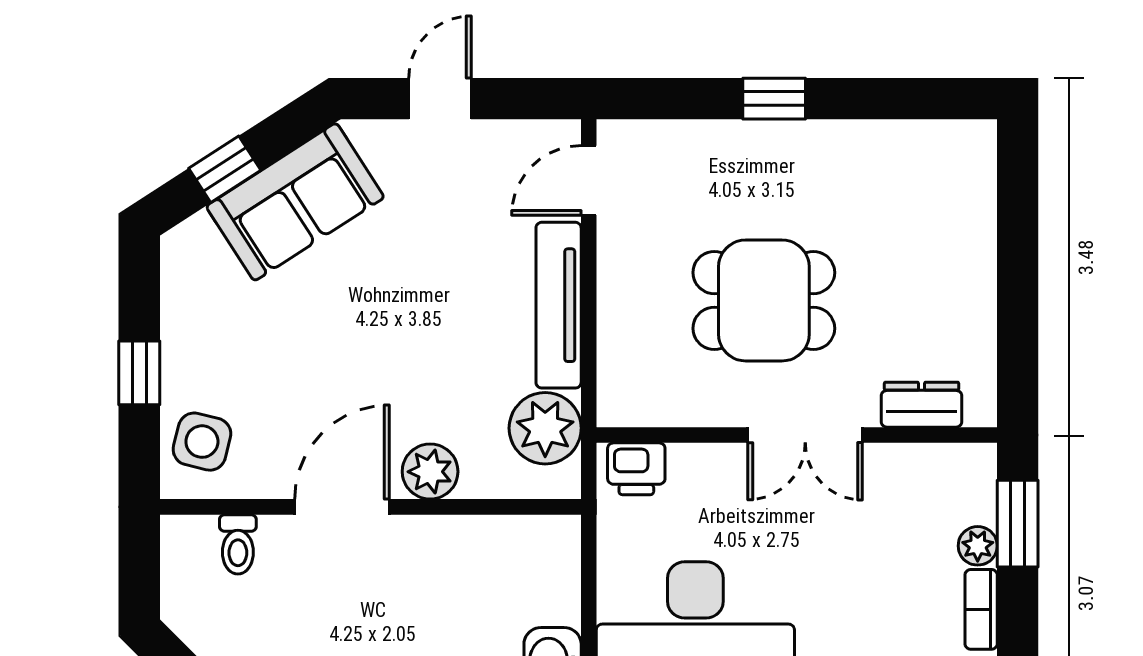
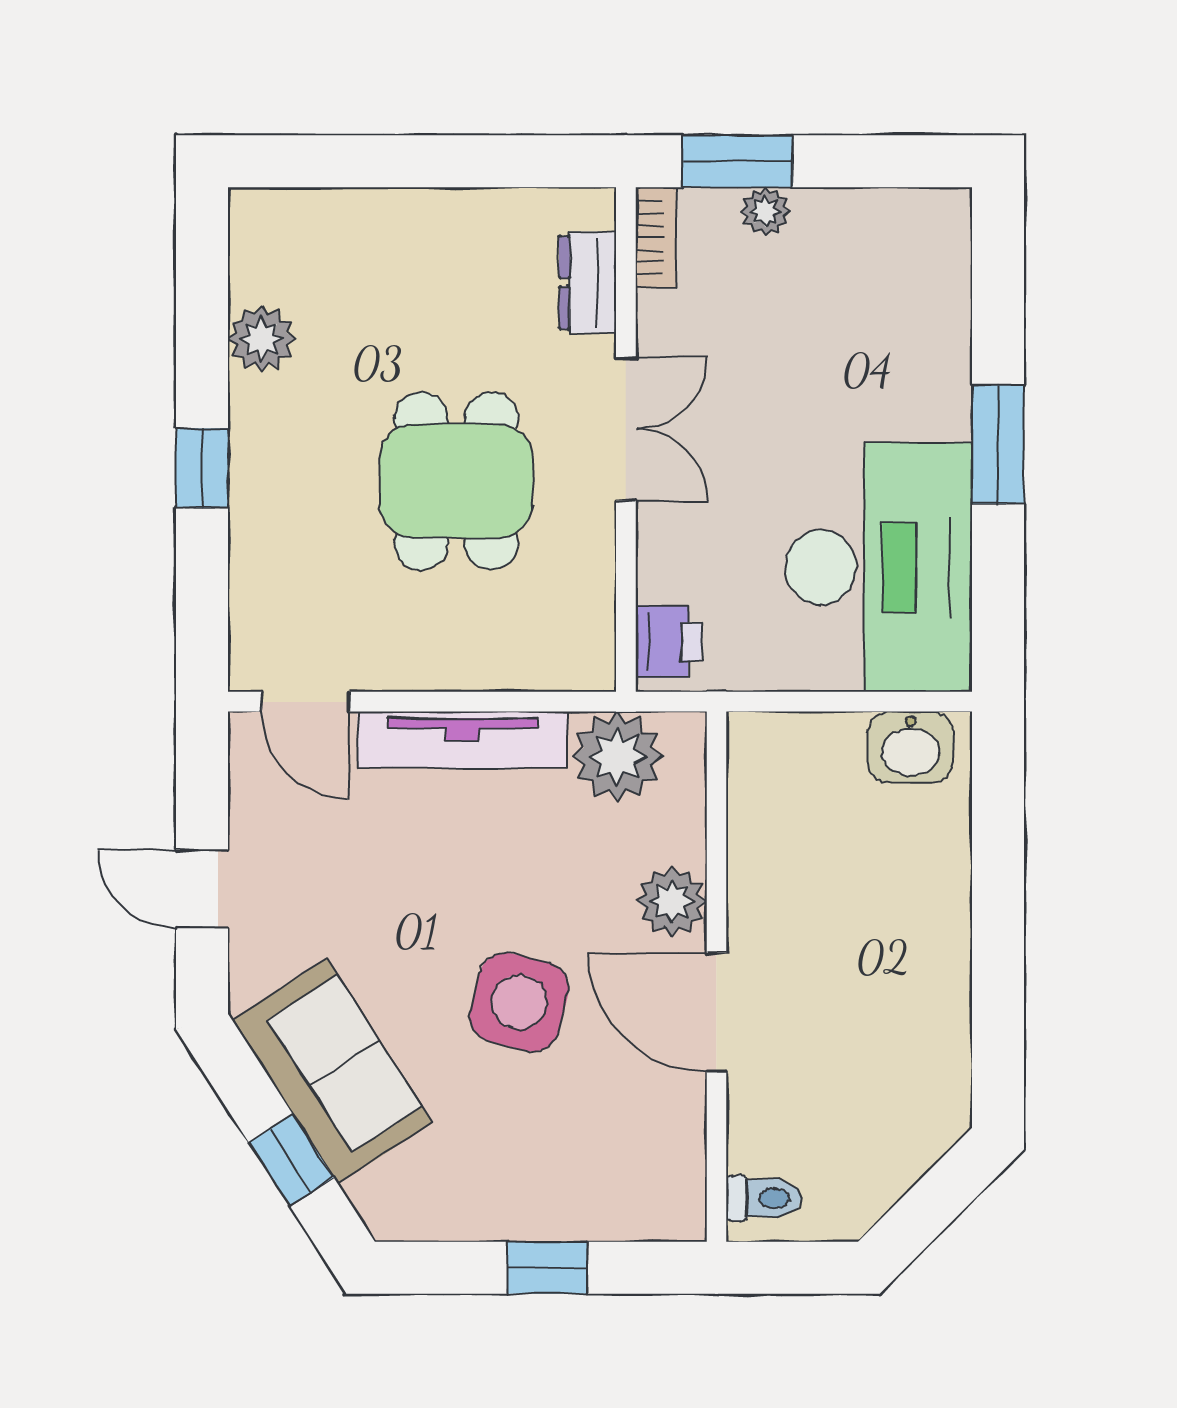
plant: (877, 146) -> (261, 339), added
side table: (202, 442) -> (519, 1002), moved, width x1.37, depth x1.37
toilet: (238, 544) -> (764, 1198), moved
bookcase: (981, 609) -> (656, 238), moved, turned -90

